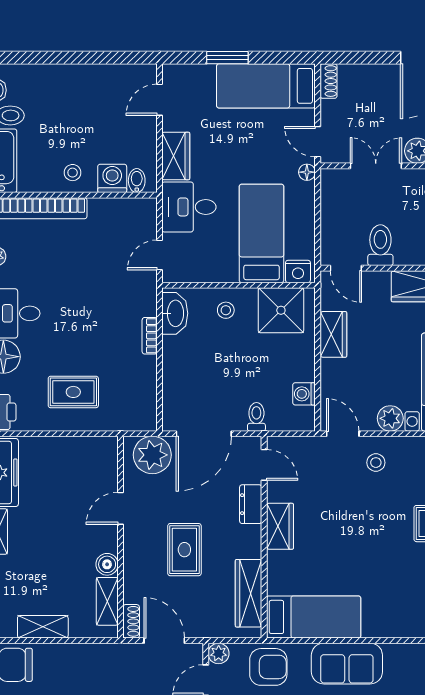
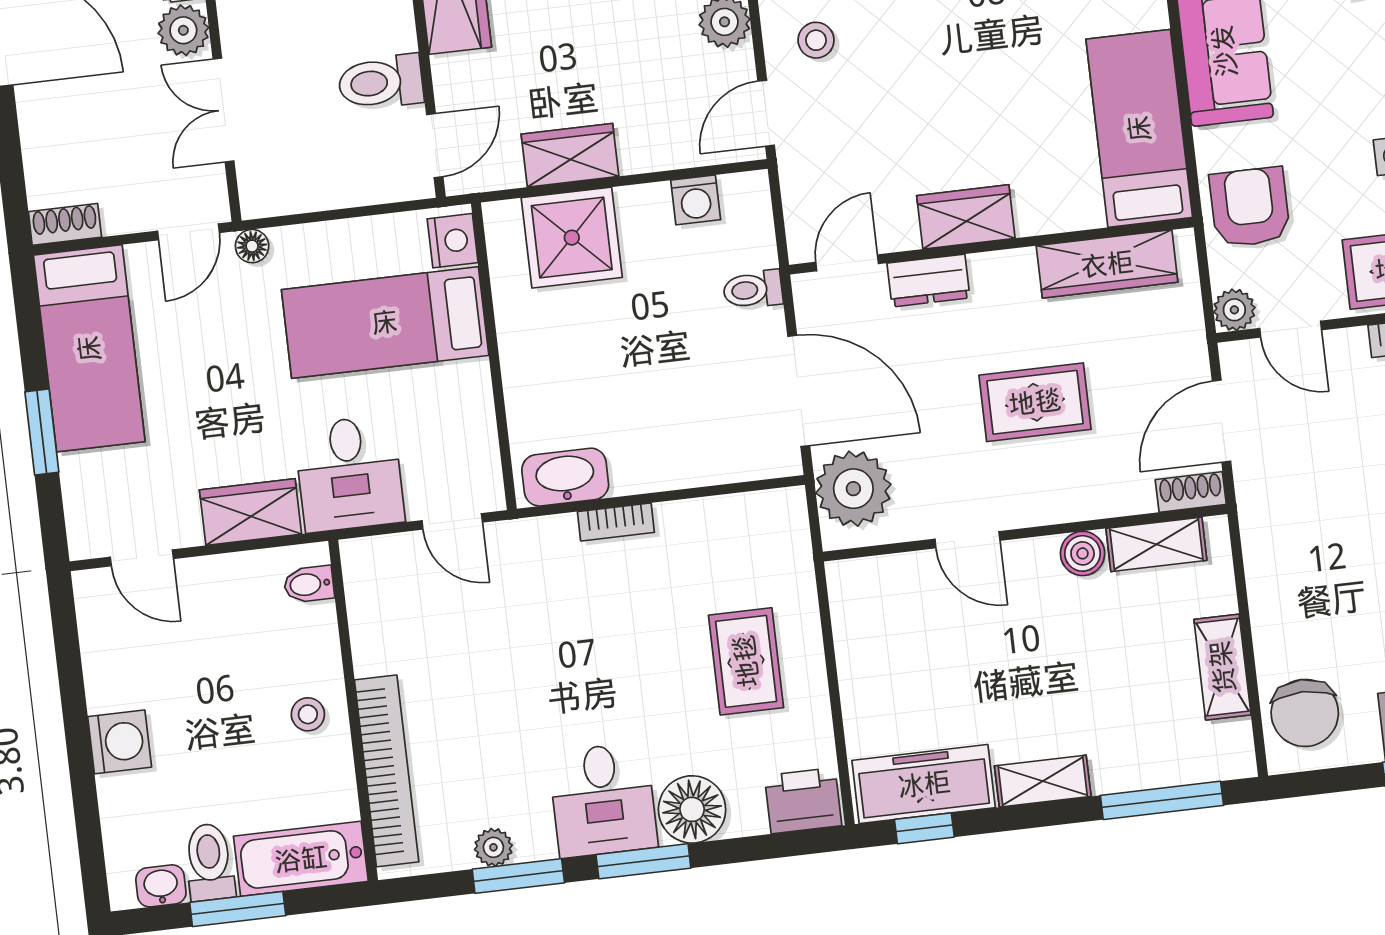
washing machine: (112, 178) -> (120, 742), moved, turned 180
stool: (226, 310) -> (547, 376), removed
shower: (281, 310) -> (572, 238), moved

